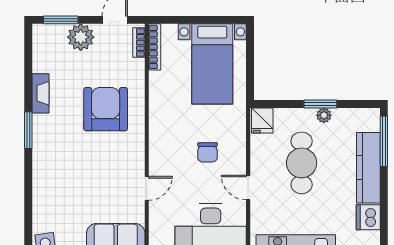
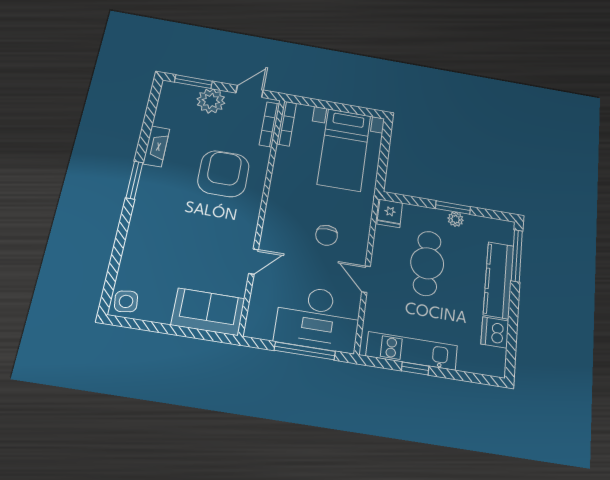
bookcase: (139, 43) -> (269, 124), width x1.56

